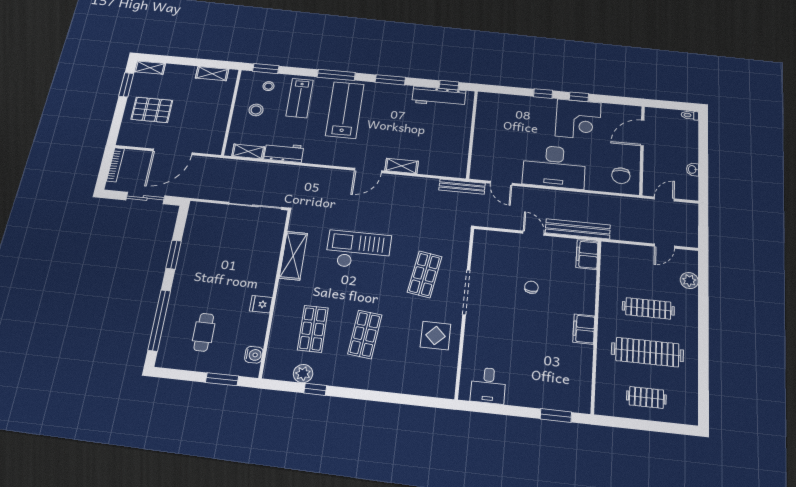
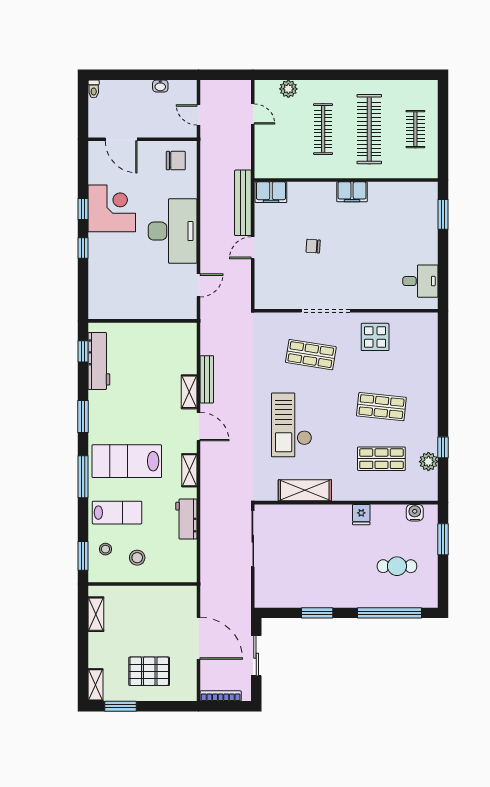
pallet: (152, 110) -> (149, 671), turned 90
shelving: (248, 151) -> (189, 470), moved
bench: (462, 187) -> (207, 379), moved

